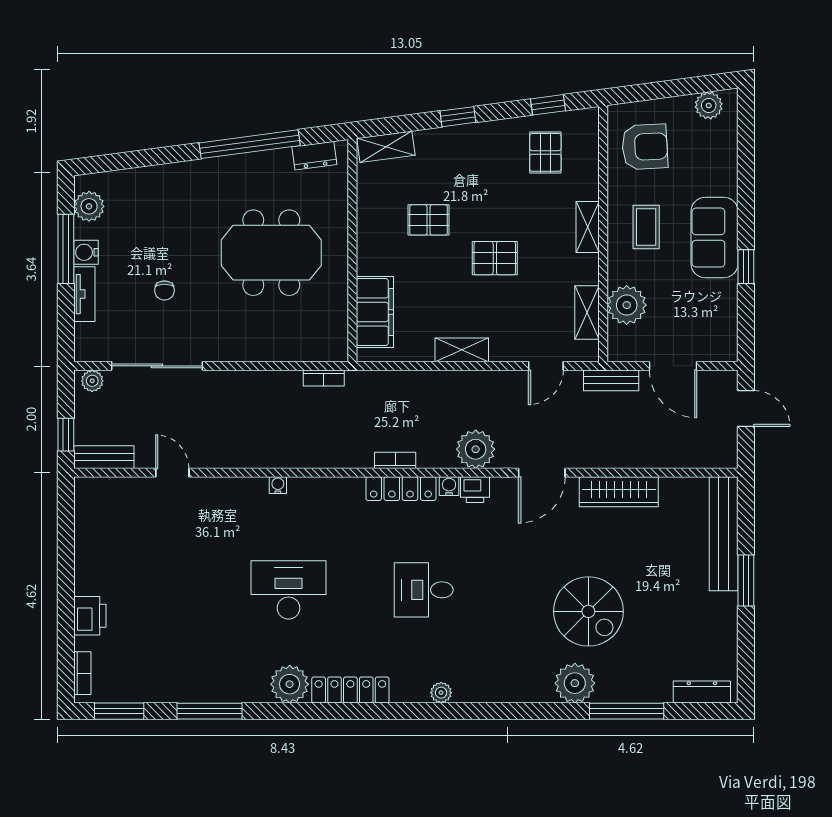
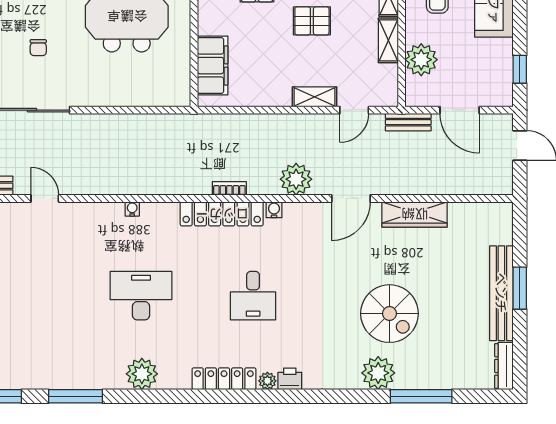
window: (746, 267) -> (520, 69), moved
shelving: (587, 313) -> (388, 40), moved
shelving: (462, 350) -> (315, 97), moved
bookcase: (324, 378) -> (170, 120), removed
locker: (401, 489) -> (222, 214), width x1.41, depth x1.21
printer: (475, 490) -> (290, 379), moved, turned 180
bench: (724, 534) -> (501, 293), moved
desk: (424, 590) -> (253, 296), turned -90
locker: (350, 690) -> (224, 379), moved
dresser: (702, 692) -> (504, 366), moved, turned -90

